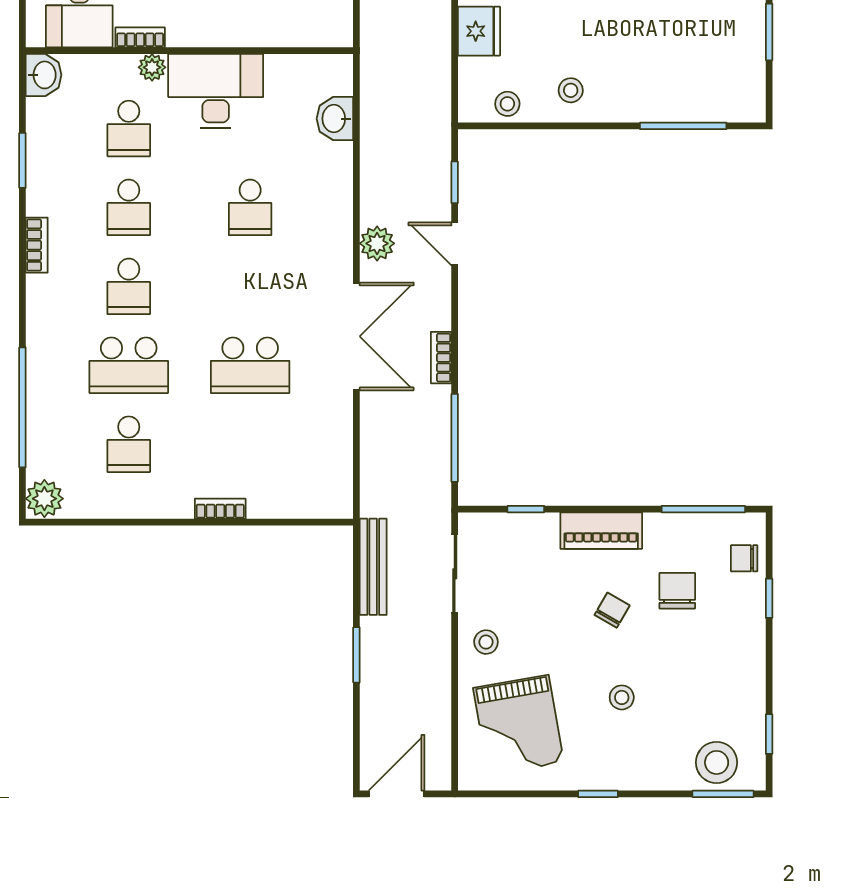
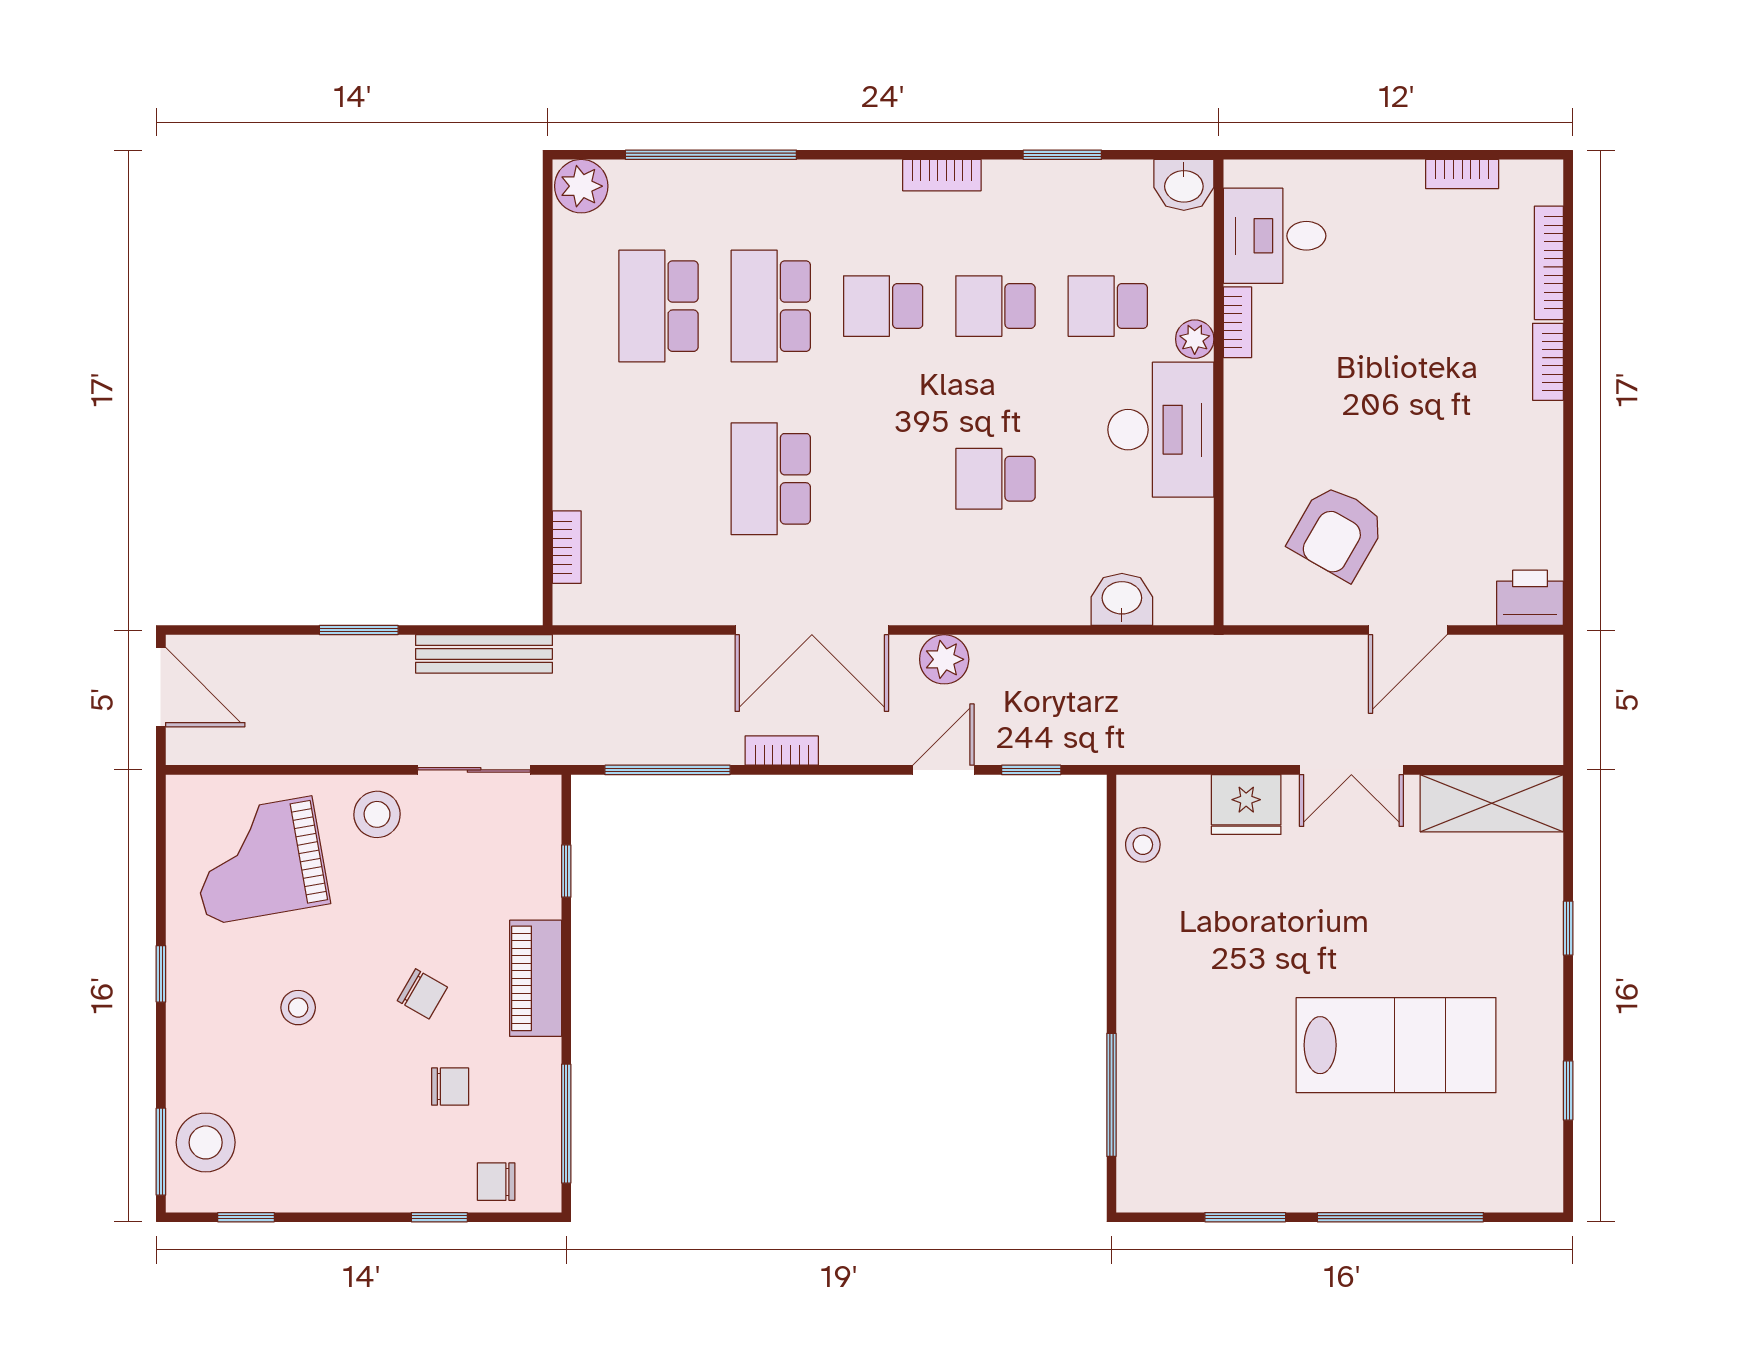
stool: (571, 90) -> (1162, 935), removed
school desk: (129, 444) -> (658, 306), width x1.85
bookcase: (220, 509) -> (567, 547), moved
chair: (744, 558) -> (496, 1182), turned -90
chair: (677, 591) -> (450, 1087), width x0.73, depth x0.73
stool: (486, 642) -> (377, 814), width x1.37, depth x1.37

